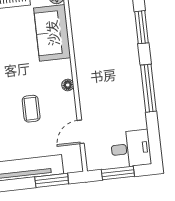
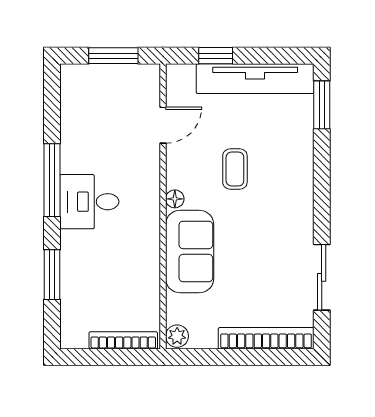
sofa: (52, 33) -> (190, 251), moved
desk: (131, 149) -> (89, 202), moved
window: (52, 180) -> (216, 56), width x0.67

